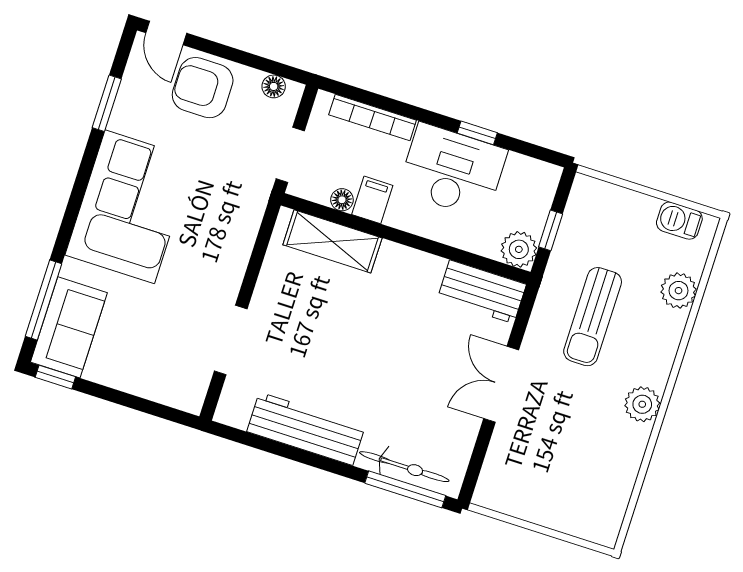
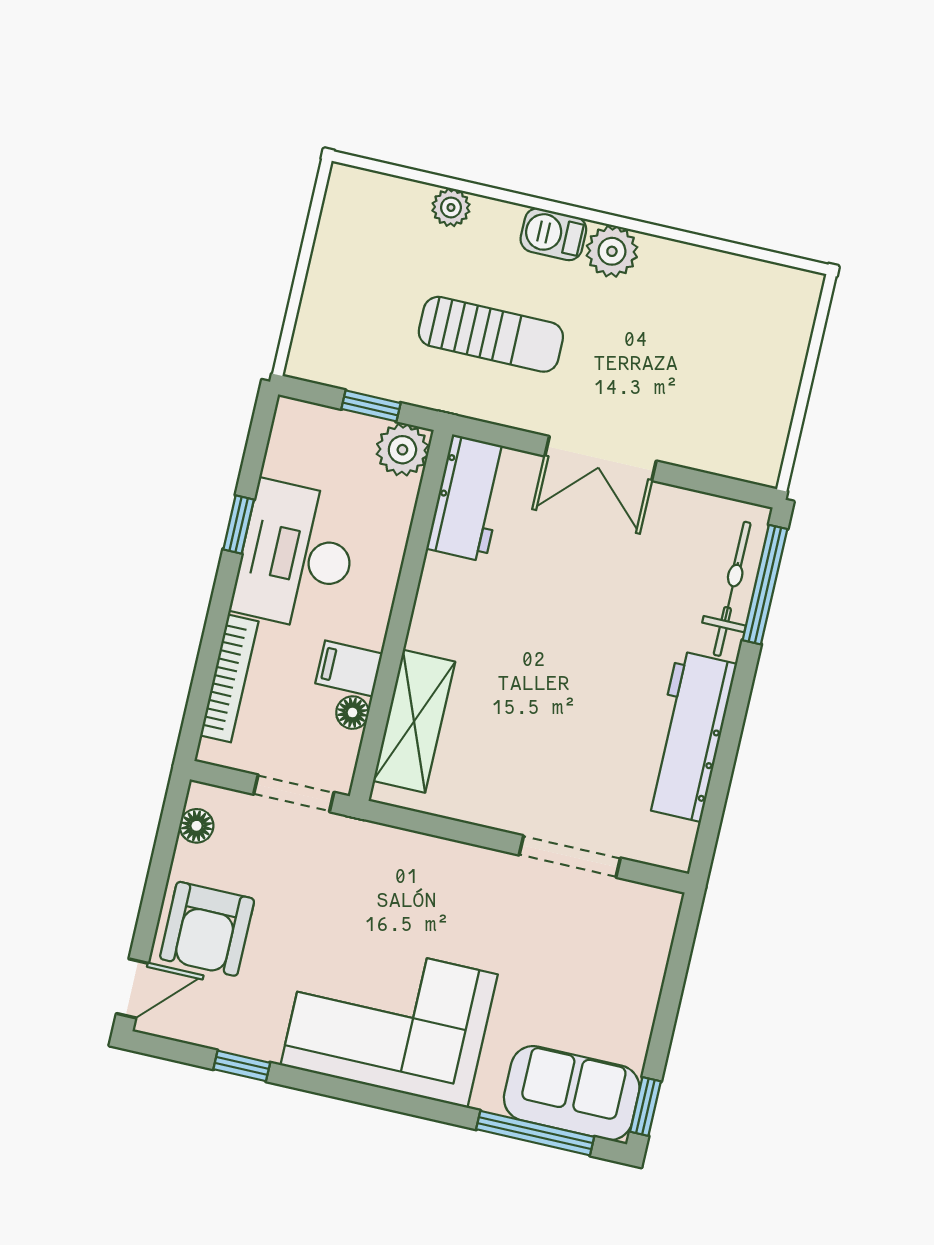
window: (107, 103) -> (242, 1066), width x0.67
barbecue: (679, 221) -> (553, 234), moved, turned 90
plant: (679, 291) -> (451, 207), width x0.73, depth x0.73

